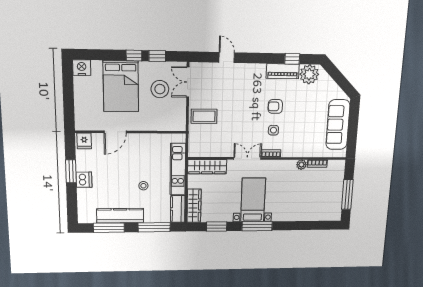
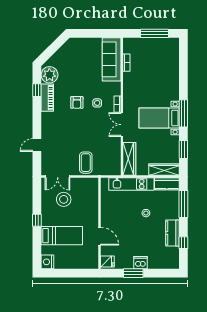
window: (157, 56) -> (37, 202), removed
bed: (121, 86) -> (62, 236), width x0.67
sofa: (338, 125) -> (112, 59), moved, turned 90
plant: (301, 165) -> (127, 77), removed
kitchen counter: (120, 216) -> (173, 233), width x0.67
window: (109, 228) -> (183, 243), width x0.46

